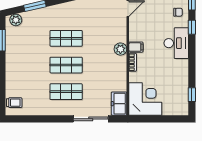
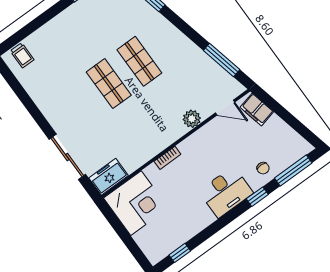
filing cabinet: (136, 47) -> (188, 149), removed
plant: (120, 49) -> (192, 119), moved
shop shelf: (66, 92) -> (78, 106), removed

